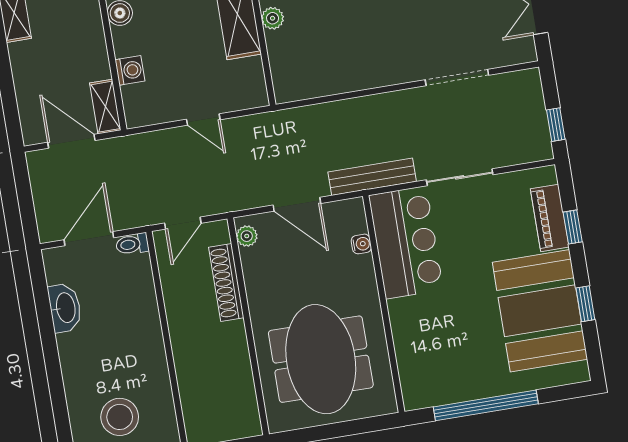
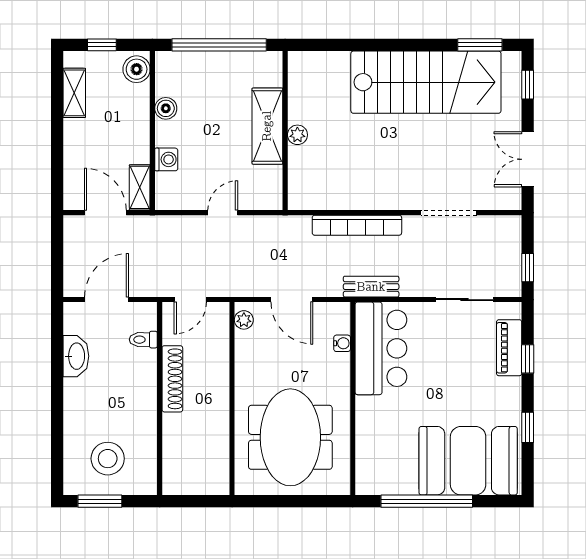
bookcase: (356, 109) -> (357, 225), added
door: (203, 120) -> (223, 213), swing flipped
bench: (372, 177) -> (371, 287), width x0.73
sliding door: (460, 177) -> (464, 300), moved
toilet: (132, 244) -> (143, 340), moved
shoe rack: (226, 283) -> (172, 379), moved, turned 180
booth: (540, 311) -> (468, 461), moved, turned 90

